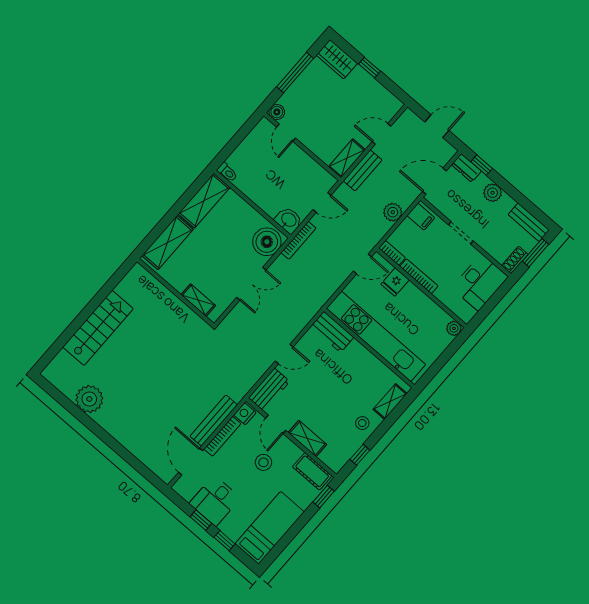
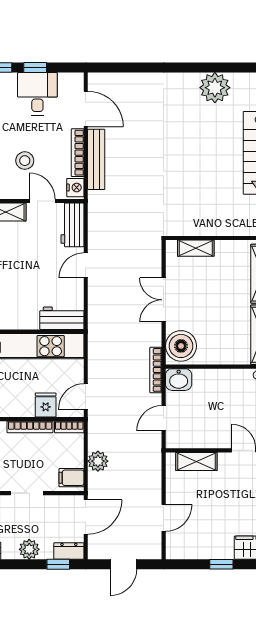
shelving: (347, 158) -> (196, 461), moved, turned 90
bench: (363, 170) -> (153, 474), removed

